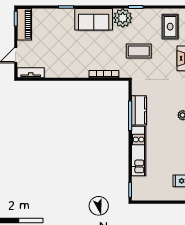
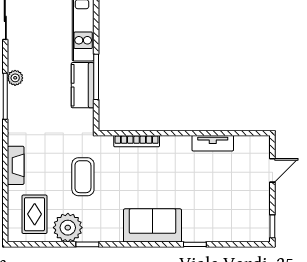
plant: (123, 18) -> (68, 228), moved
piano: (24, 24) -> (259, 218), removed
coffee table: (139, 51) -> (83, 177), turned 90
tv unit: (31, 73) -> (213, 143), moved

